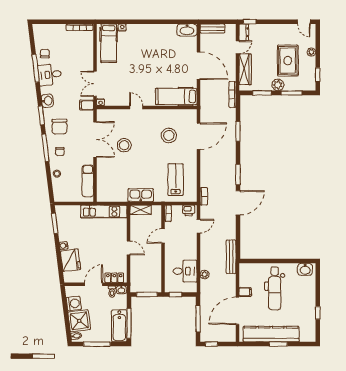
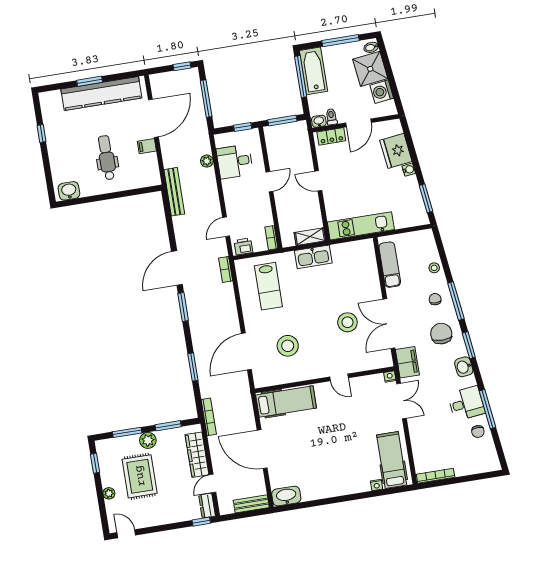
filing cabinet: (87, 105) -> (407, 362), width x2.00
door: (163, 236) -> (269, 182), moved
dental chair: (275, 288) -> (107, 158), width x0.73, depth x0.72

